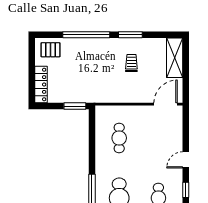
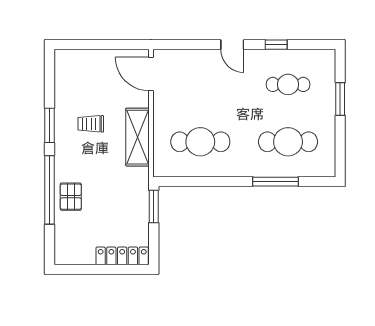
pallet: (51, 50) -> (71, 197), moved
shelving: (175, 58) -> (137, 137), moved, turned 90
cafe table: (119, 138) -> (200, 142), width x1.37, depth x1.35

